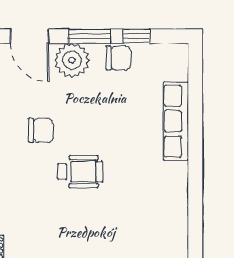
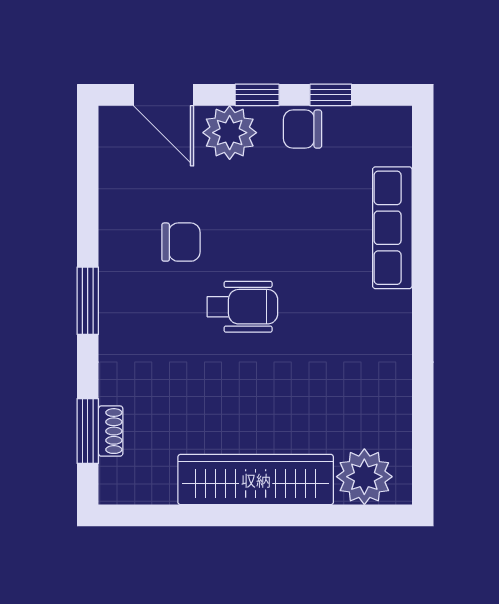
window: (89, 36) -> (257, 95), width x0.67
chair: (118, 58) -> (303, 129), turned 180

